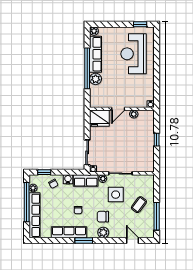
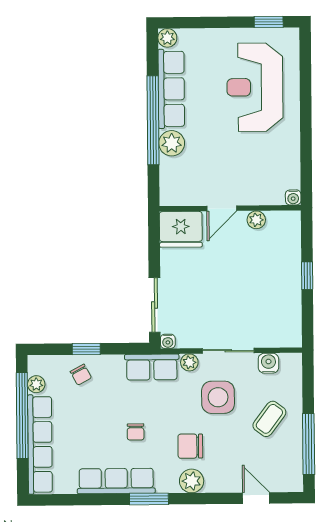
window: (44, 172) -> (86, 349), moved
water cooler: (68, 179) -> (268, 363), moved

